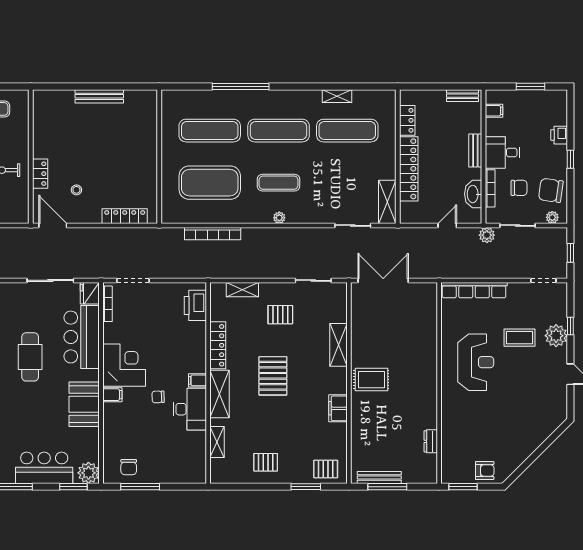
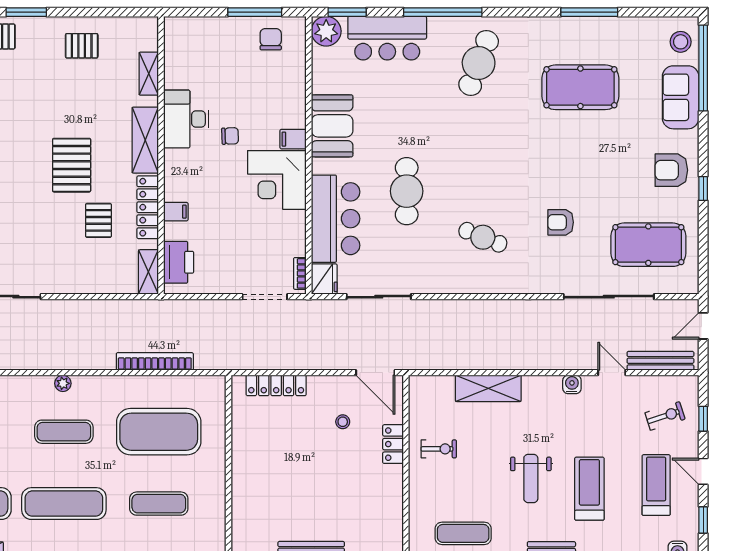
exercise mat: (210, 131) -> (159, 504), width x0.73, depth x0.69
shelving: (242, 290) -> (148, 272), moved, turned 90
bookcase: (108, 304) -> (300, 273), width x0.64
pallet: (280, 315) -> (98, 220), moved, turned 90
filing cabinet: (197, 380) -> (176, 212), moved

